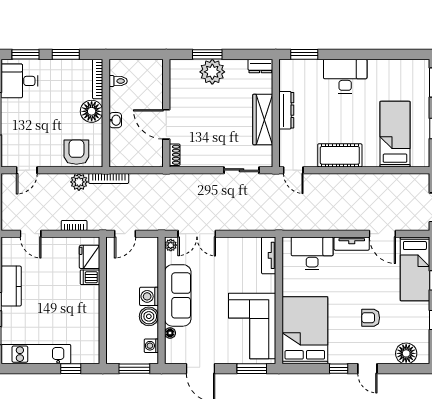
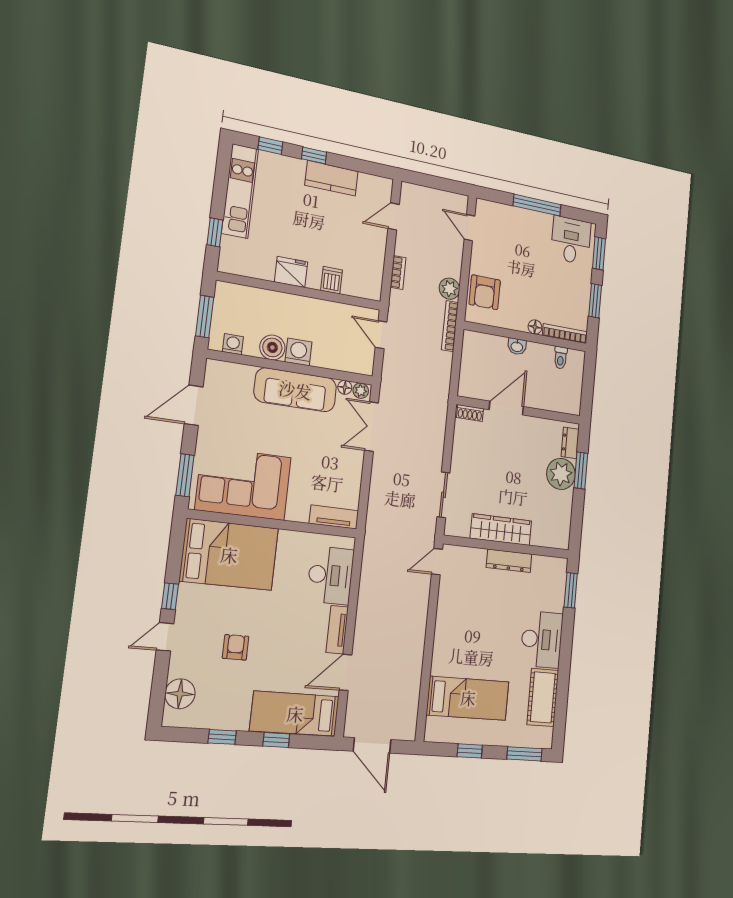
dresser: (260, 66) -> (570, 443), moved
floor lamp: (92, 111) -> (535, 327), width x0.53, depth x0.53
armchair: (76, 152) -> (485, 292), turned 90
cot: (340, 155) -> (543, 697), moved
fridge: (89, 257) -> (291, 272), moved
floor lamp: (170, 333) -> (345, 387), moved

